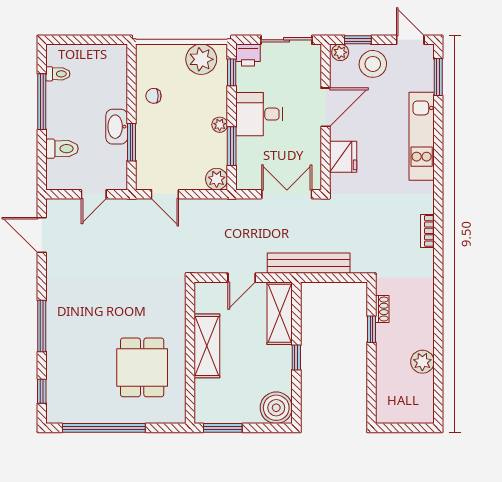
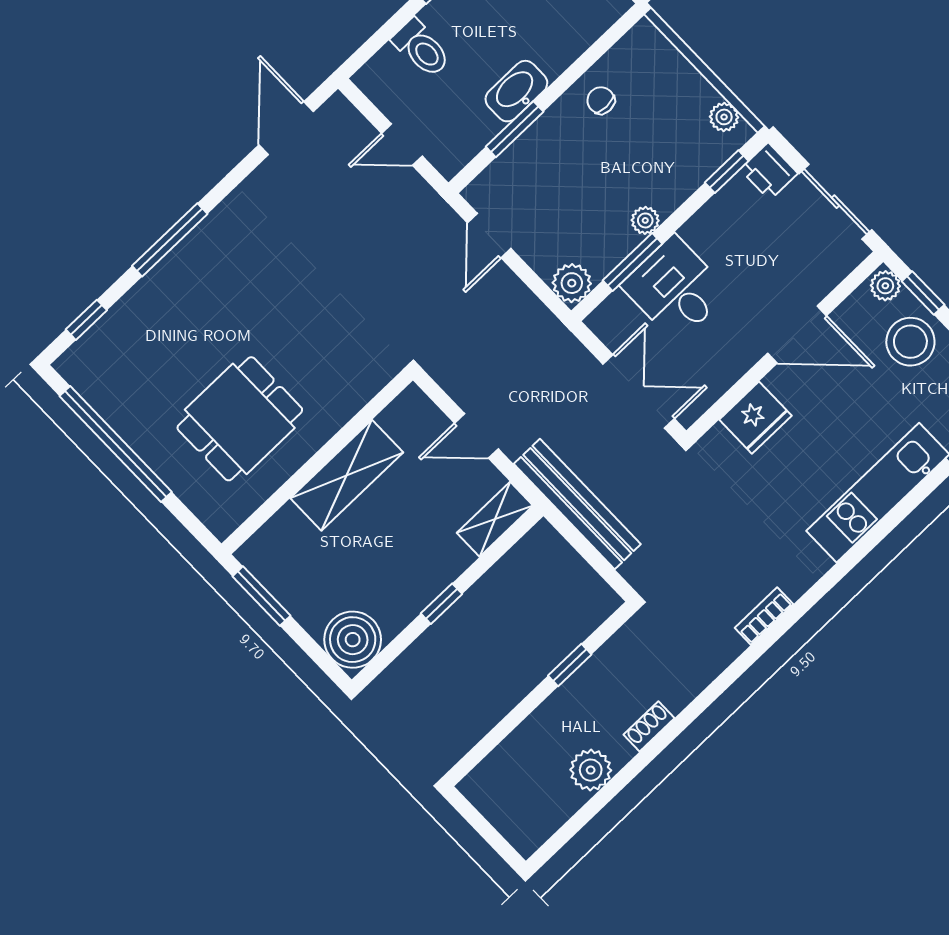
plant: (201, 59) -> (724, 117), width x0.53, depth x0.53
desk: (259, 114) -> (675, 289), moved
shoe rack: (382, 309) -> (649, 726), moved, turned 180
shelving: (280, 313) -> (495, 519), width x0.67, depth x0.75

